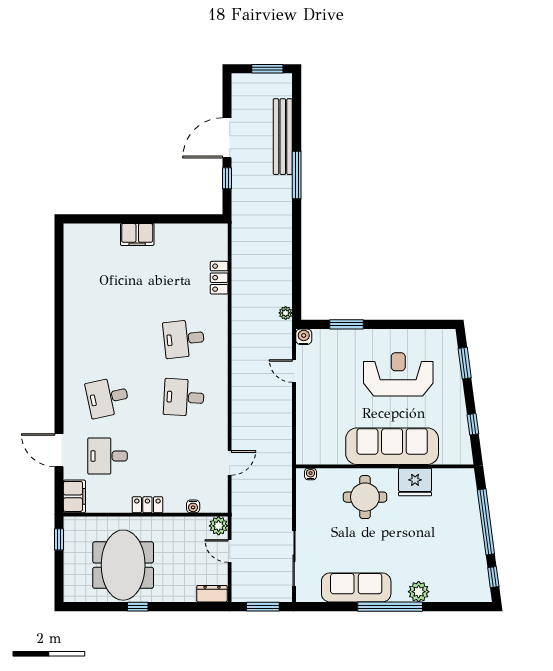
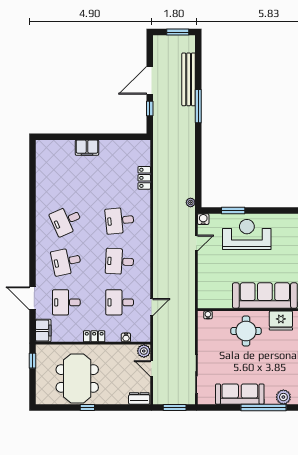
desk: (108, 339) -> (66, 221), added
door: (294, 371) -> (196, 243), swing flipped
reception desk: (398, 374) -> (247, 234), moved
desk: (184, 456) -> (120, 302), added

